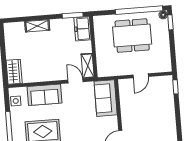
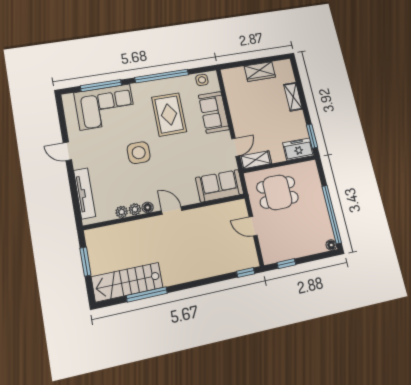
window: (170, 22) -> (286, 264), moved
dining table: (132, 36) -> (277, 192), moved, width x0.73
wardrobe: (14, 72) -> (260, 71), moved

